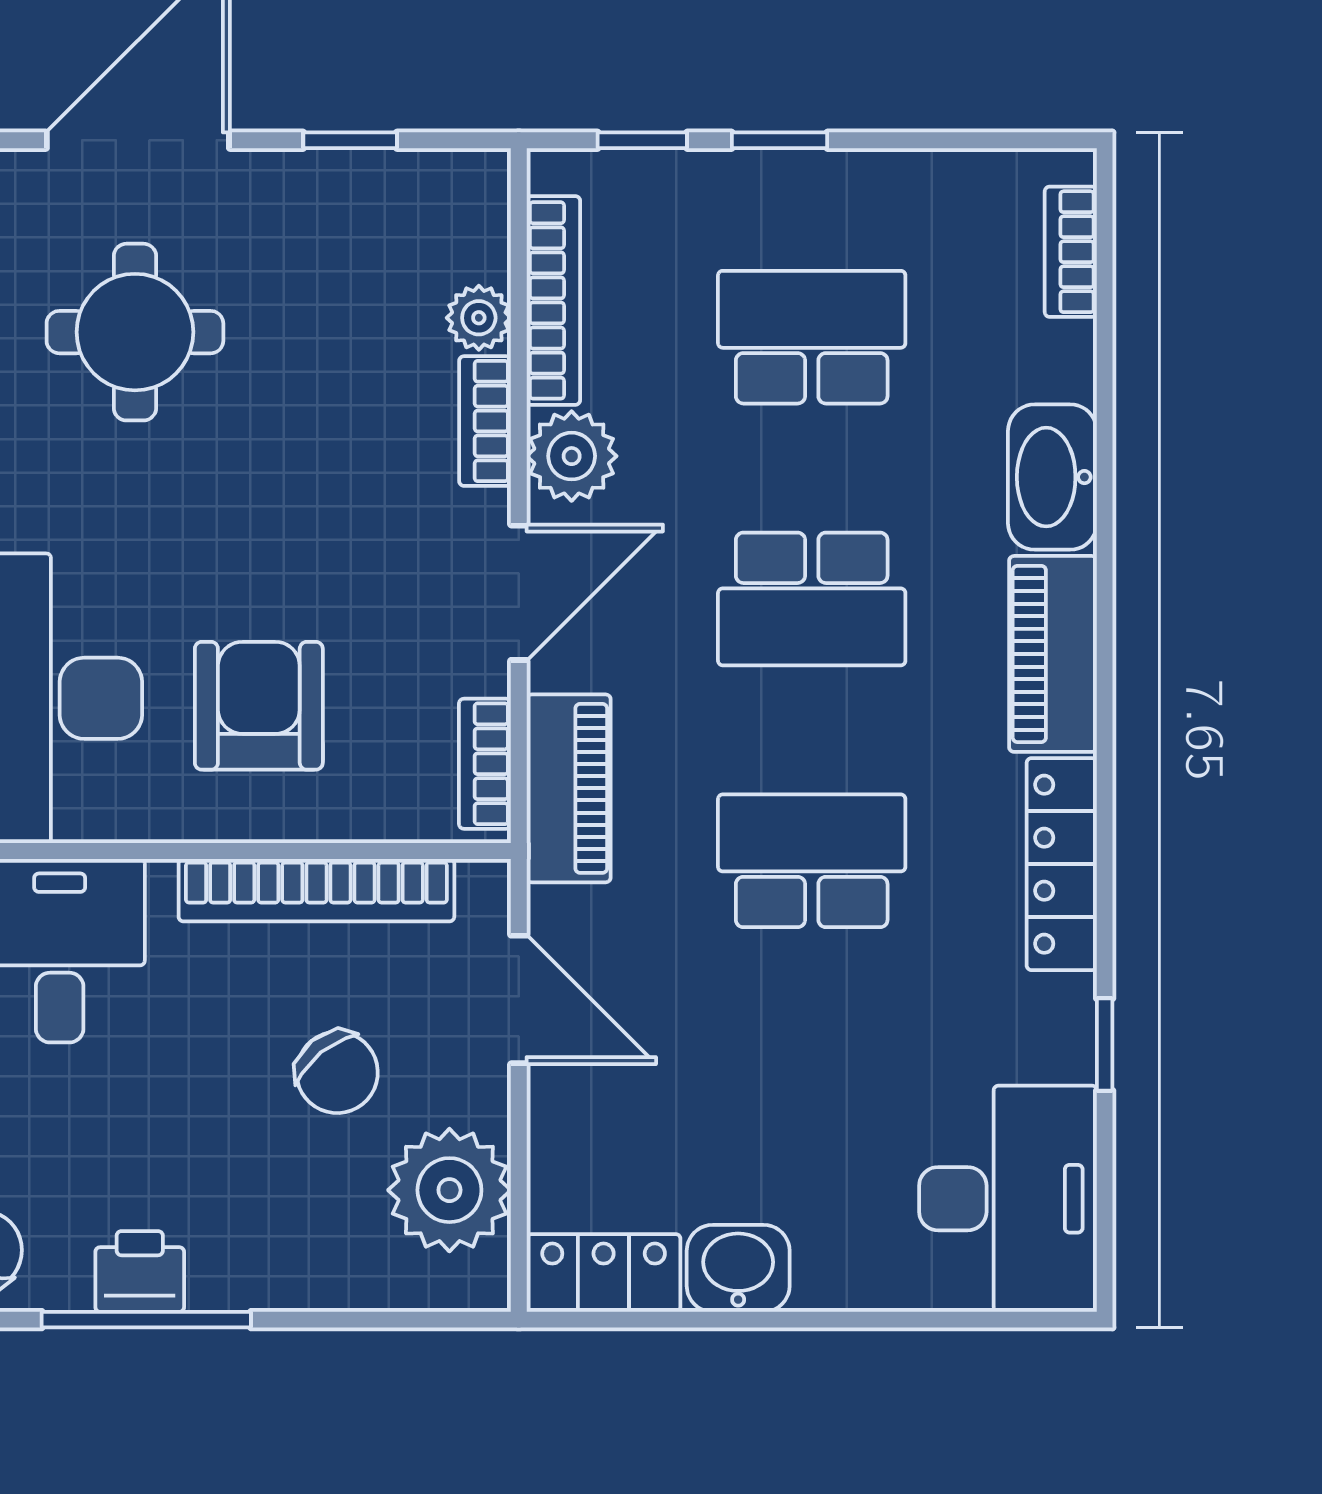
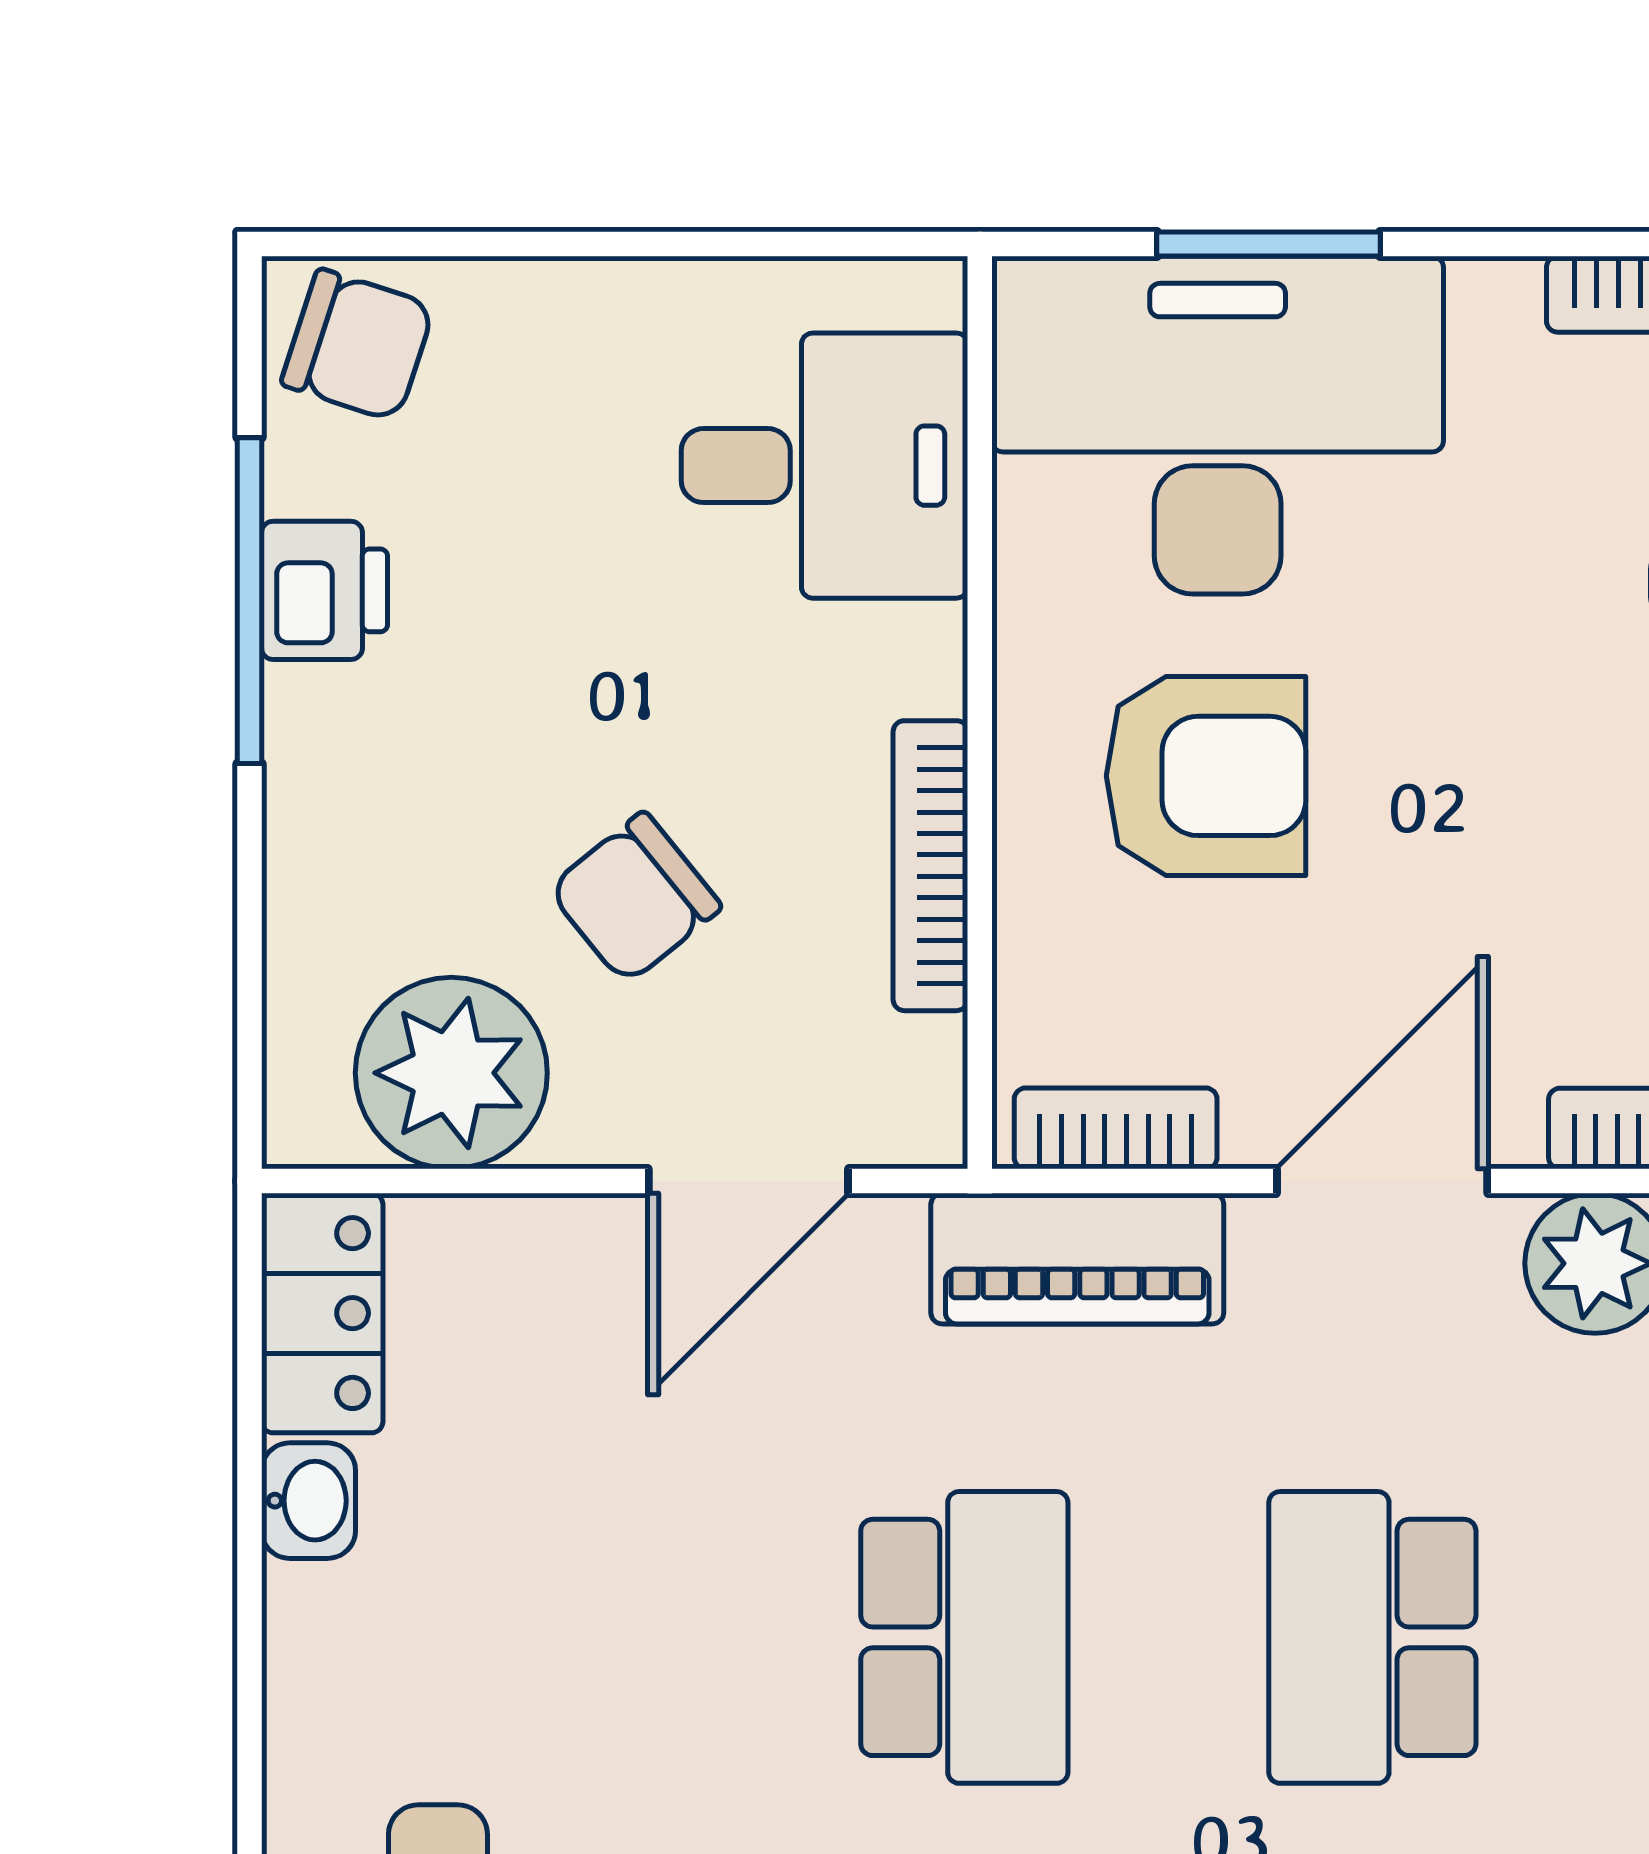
door: (519, 593) -> (1382, 1181), swing flipped
bookcase: (316, 890) -> (930, 866), width x0.68, depth x0.76
washbasin: (738, 1268) -> (309, 1501), width x0.72, depth x0.69

